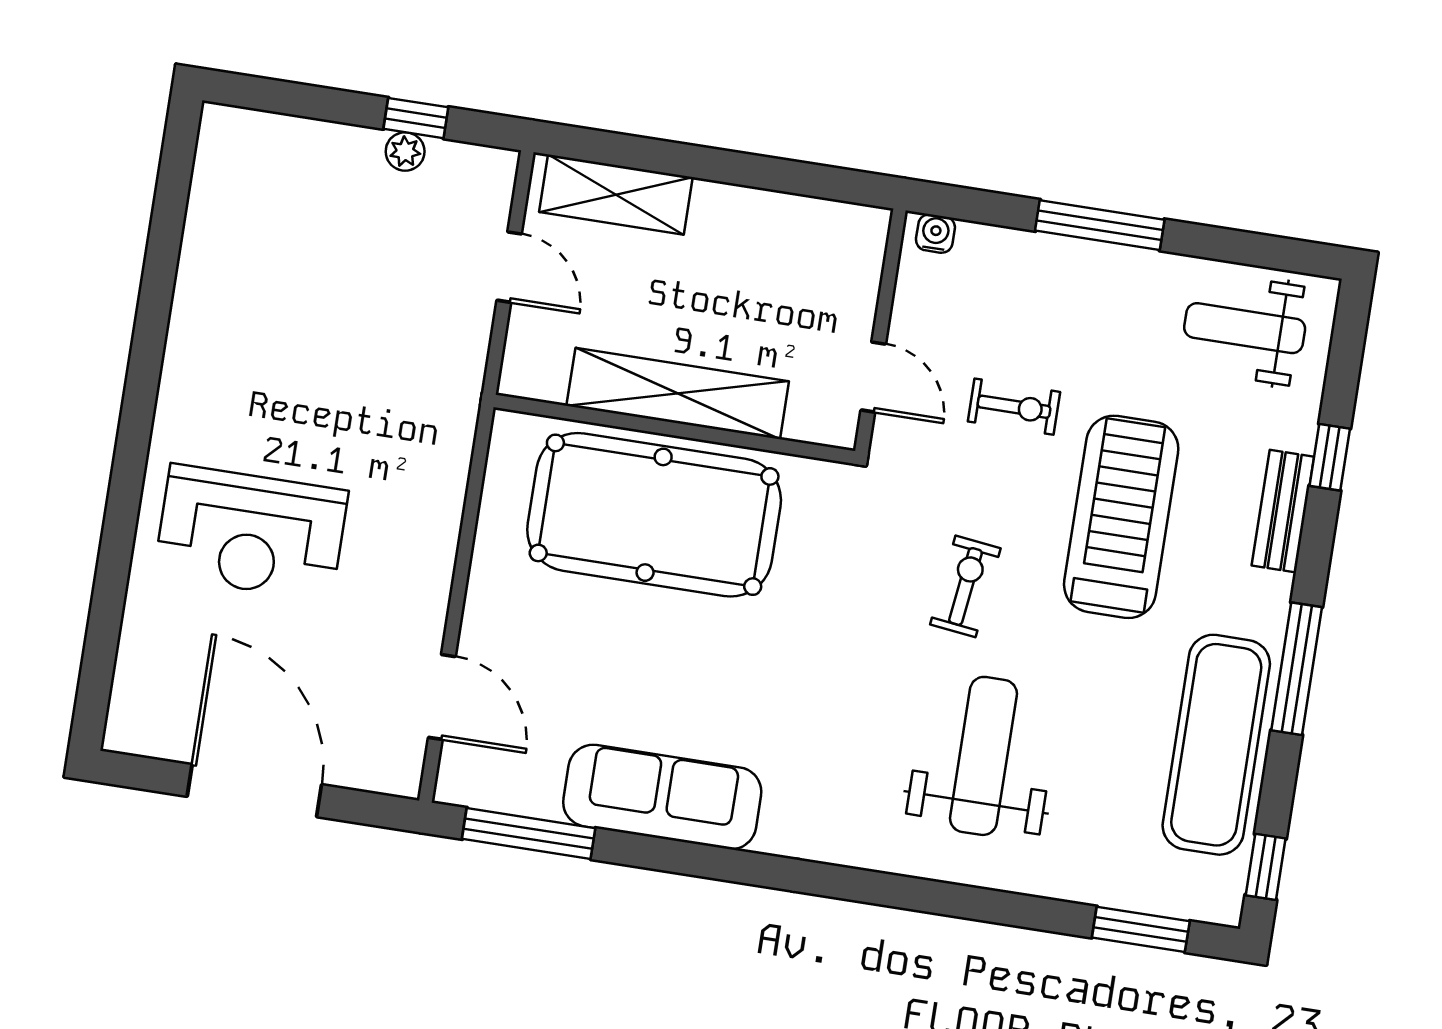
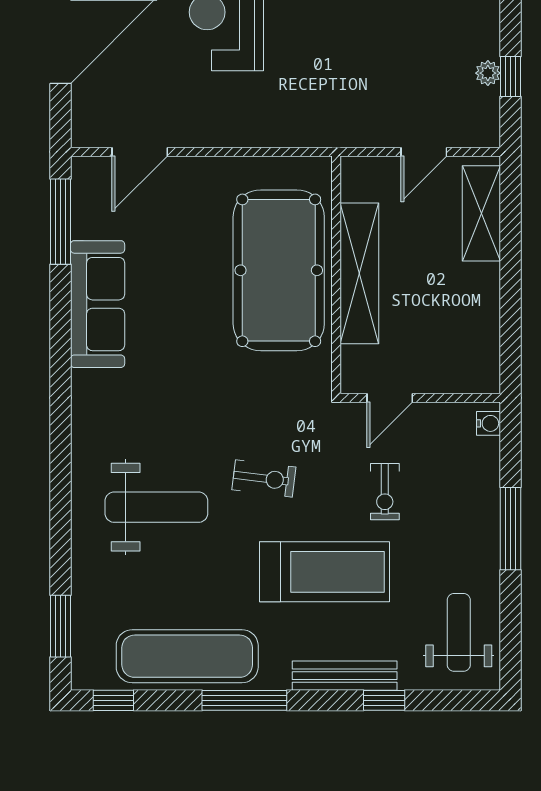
bench: (1283, 511) -> (345, 676), width x1.36

